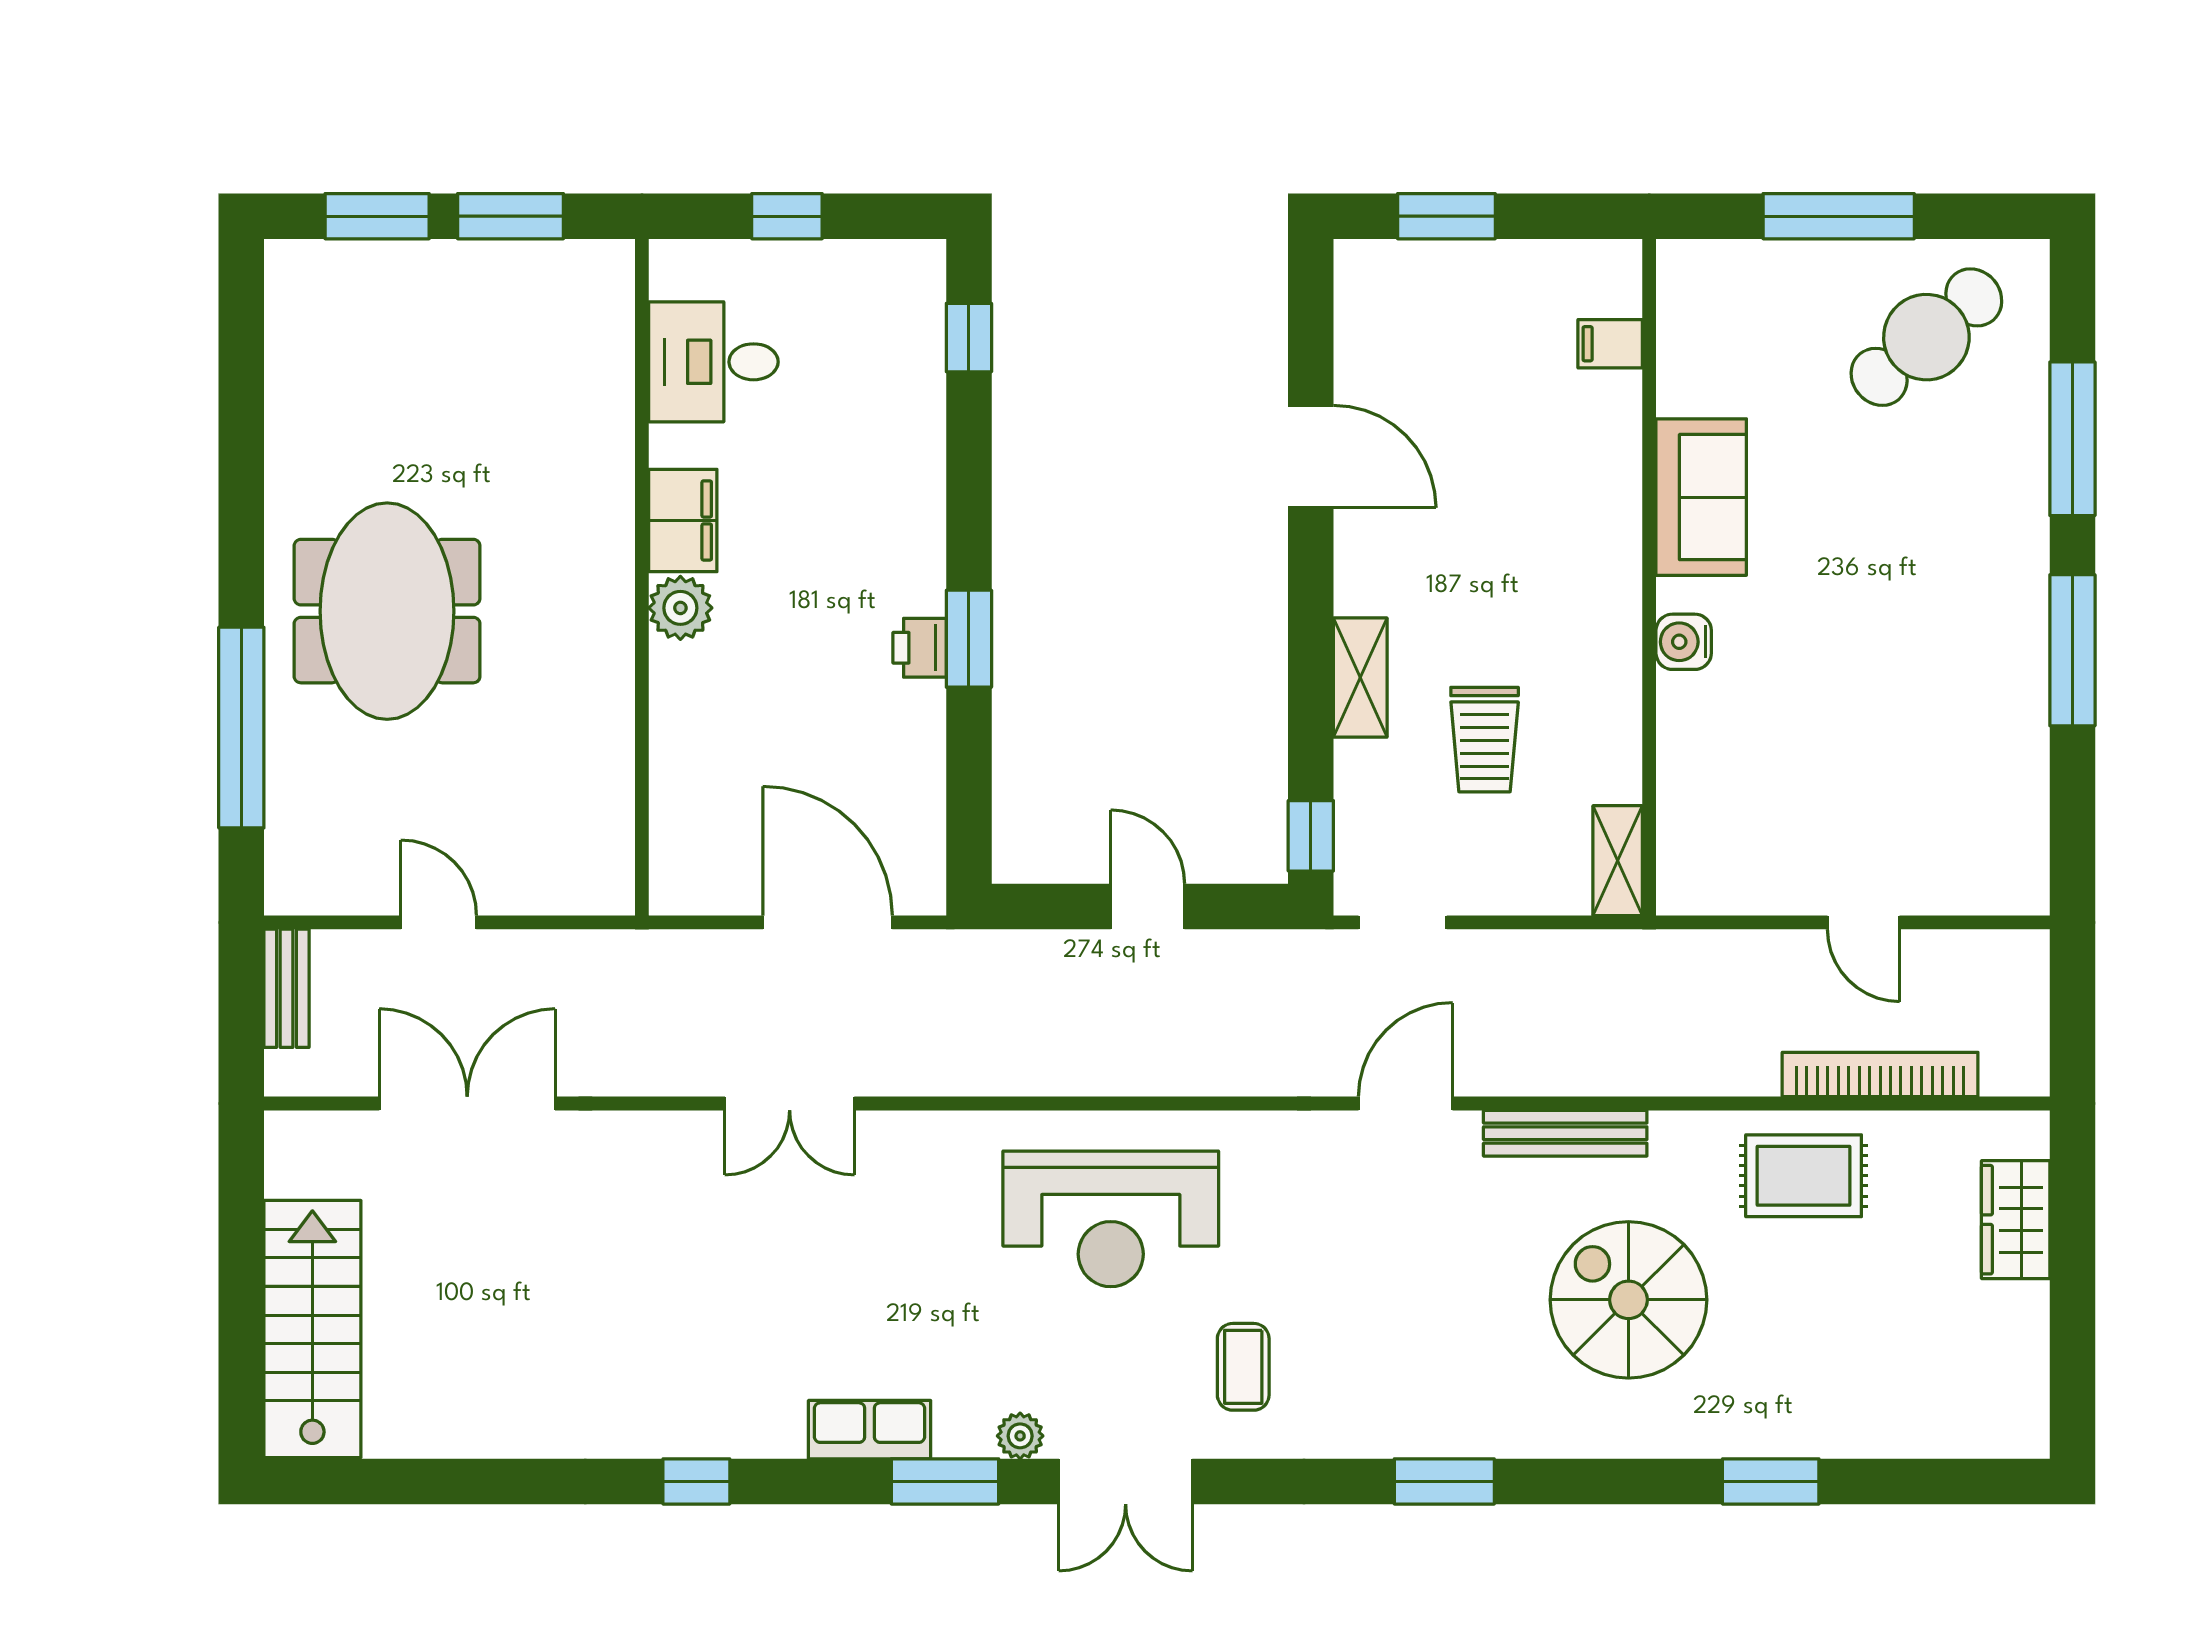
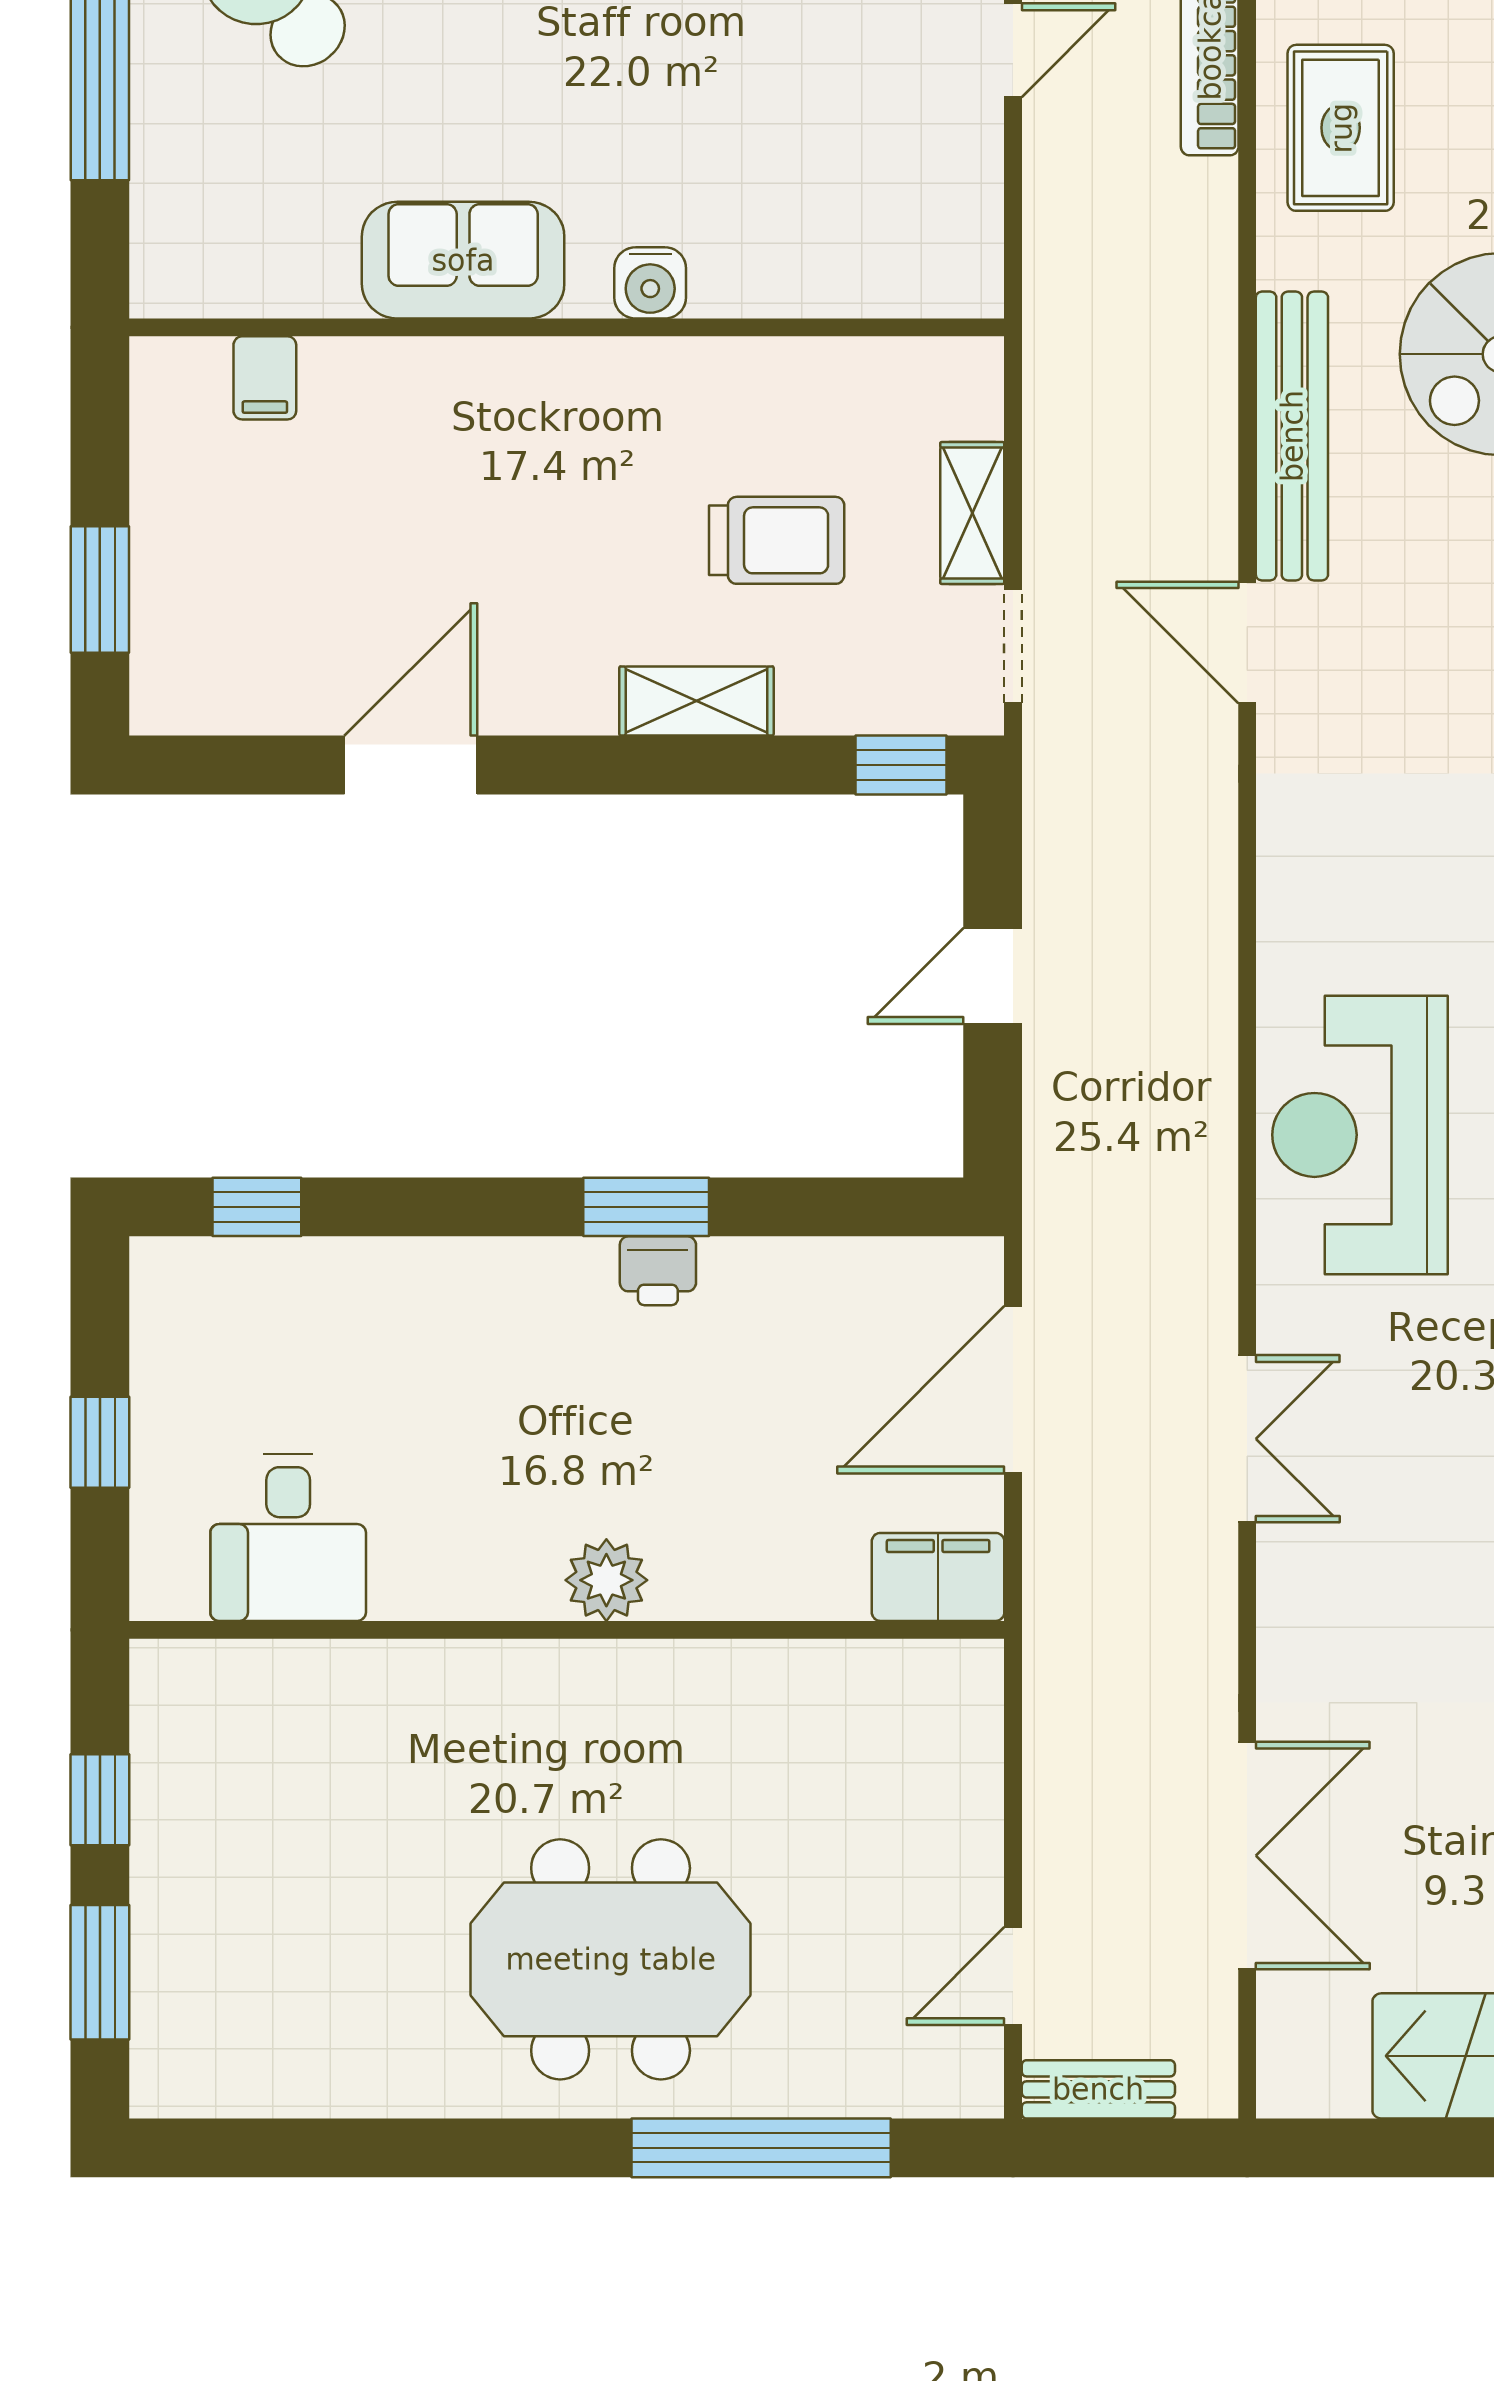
window: (511, 216) -> (100, 1800), width x0.67
filing cabinet: (683, 520) -> (938, 1577), moved
shelving: (1618, 861) -> (972, 513), moved, turned 90
door: (439, 922) -> (1013, 1976), moved
double door: (467, 1103) -> (1247, 1856), swing flipped
bench: (1565, 1133) -> (1292, 436), width x1.37, depth x1.21
reception desk: (1111, 1219) -> (1360, 1135), moved, turned 180

